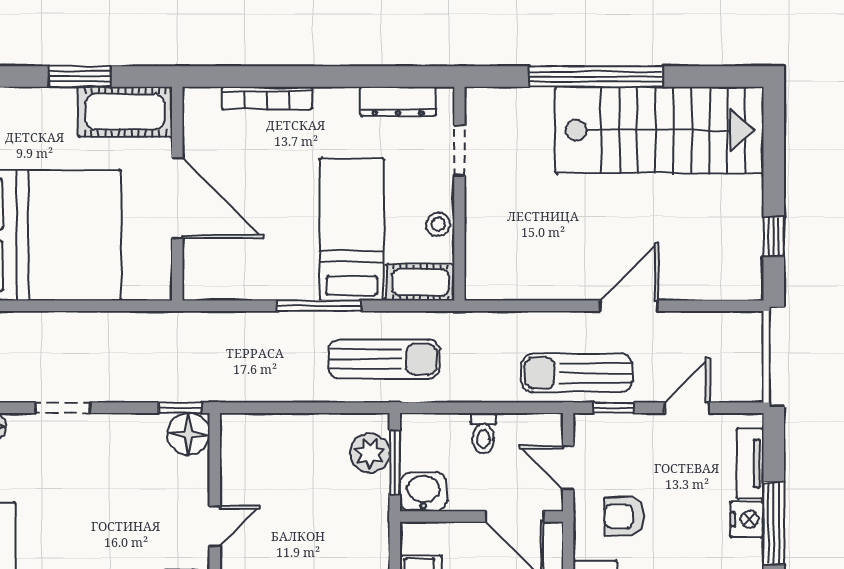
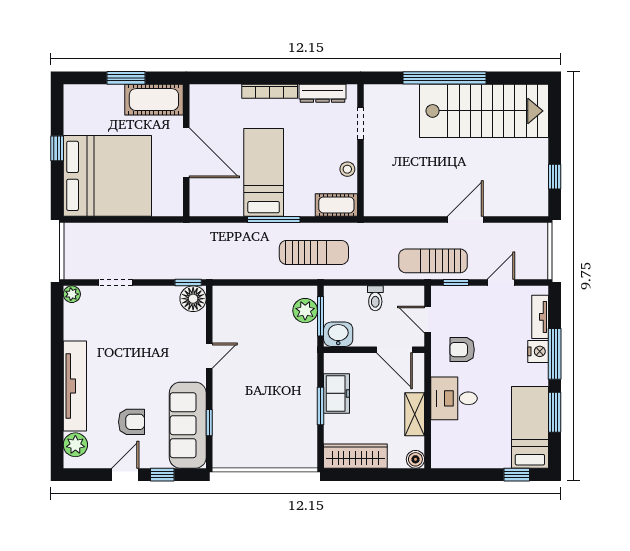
bookcase: (267, 98) -> (270, 91), moved
bed: (352, 229) -> (264, 172), moved

